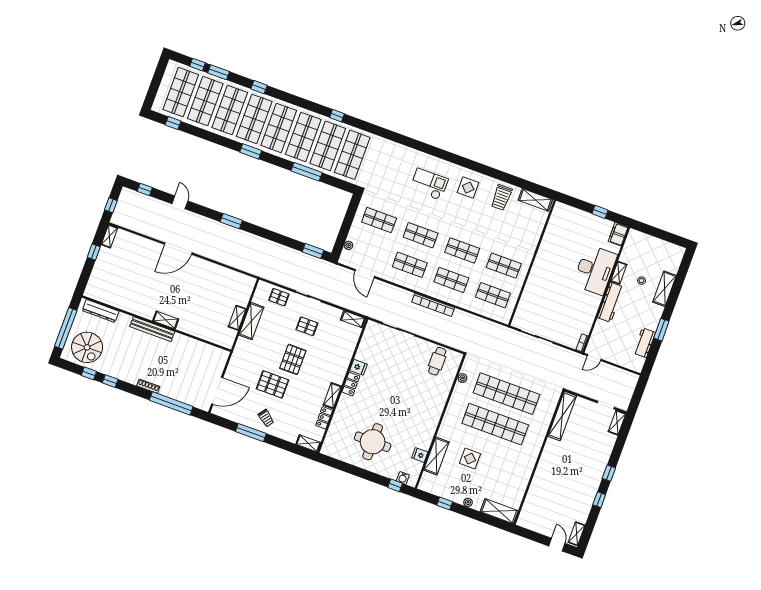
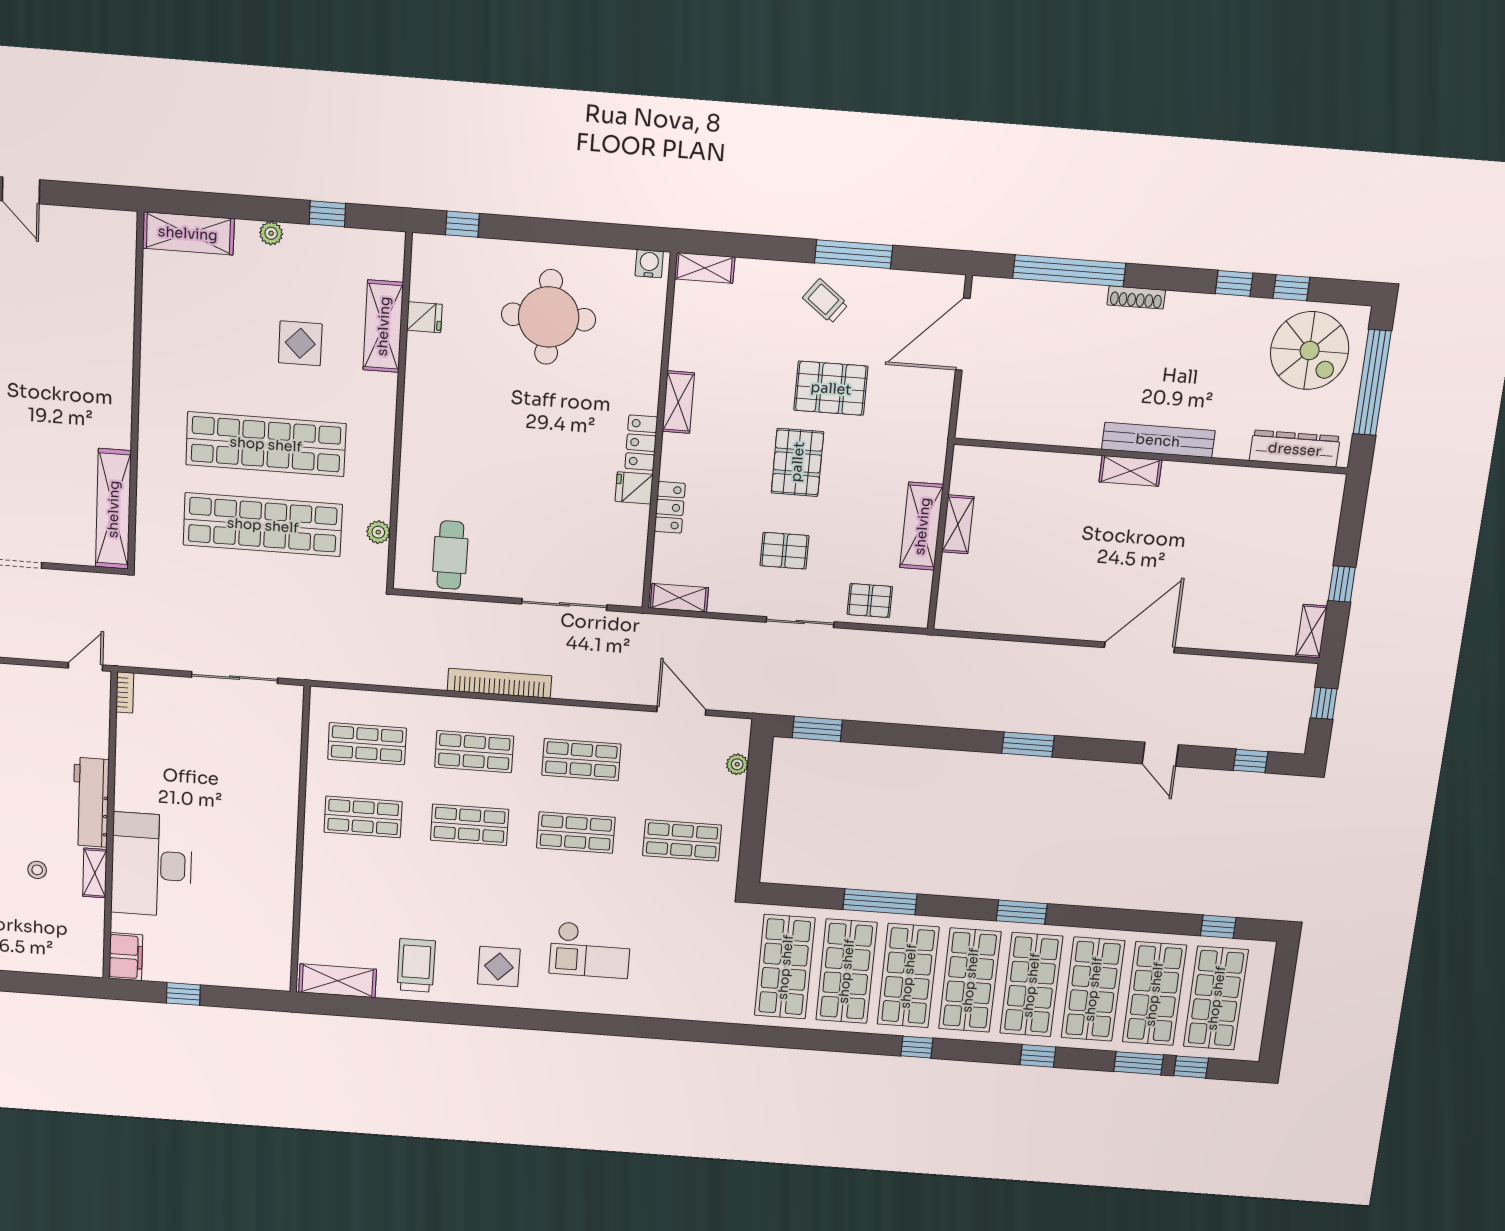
window: (337, 116) -> (917, 1047), moved
spiral stairs: (87, 347) -> (1310, 351), turned 180
locker: (324, 418) -> (670, 507), moved
water cooler: (403, 478) -> (649, 264), moved

